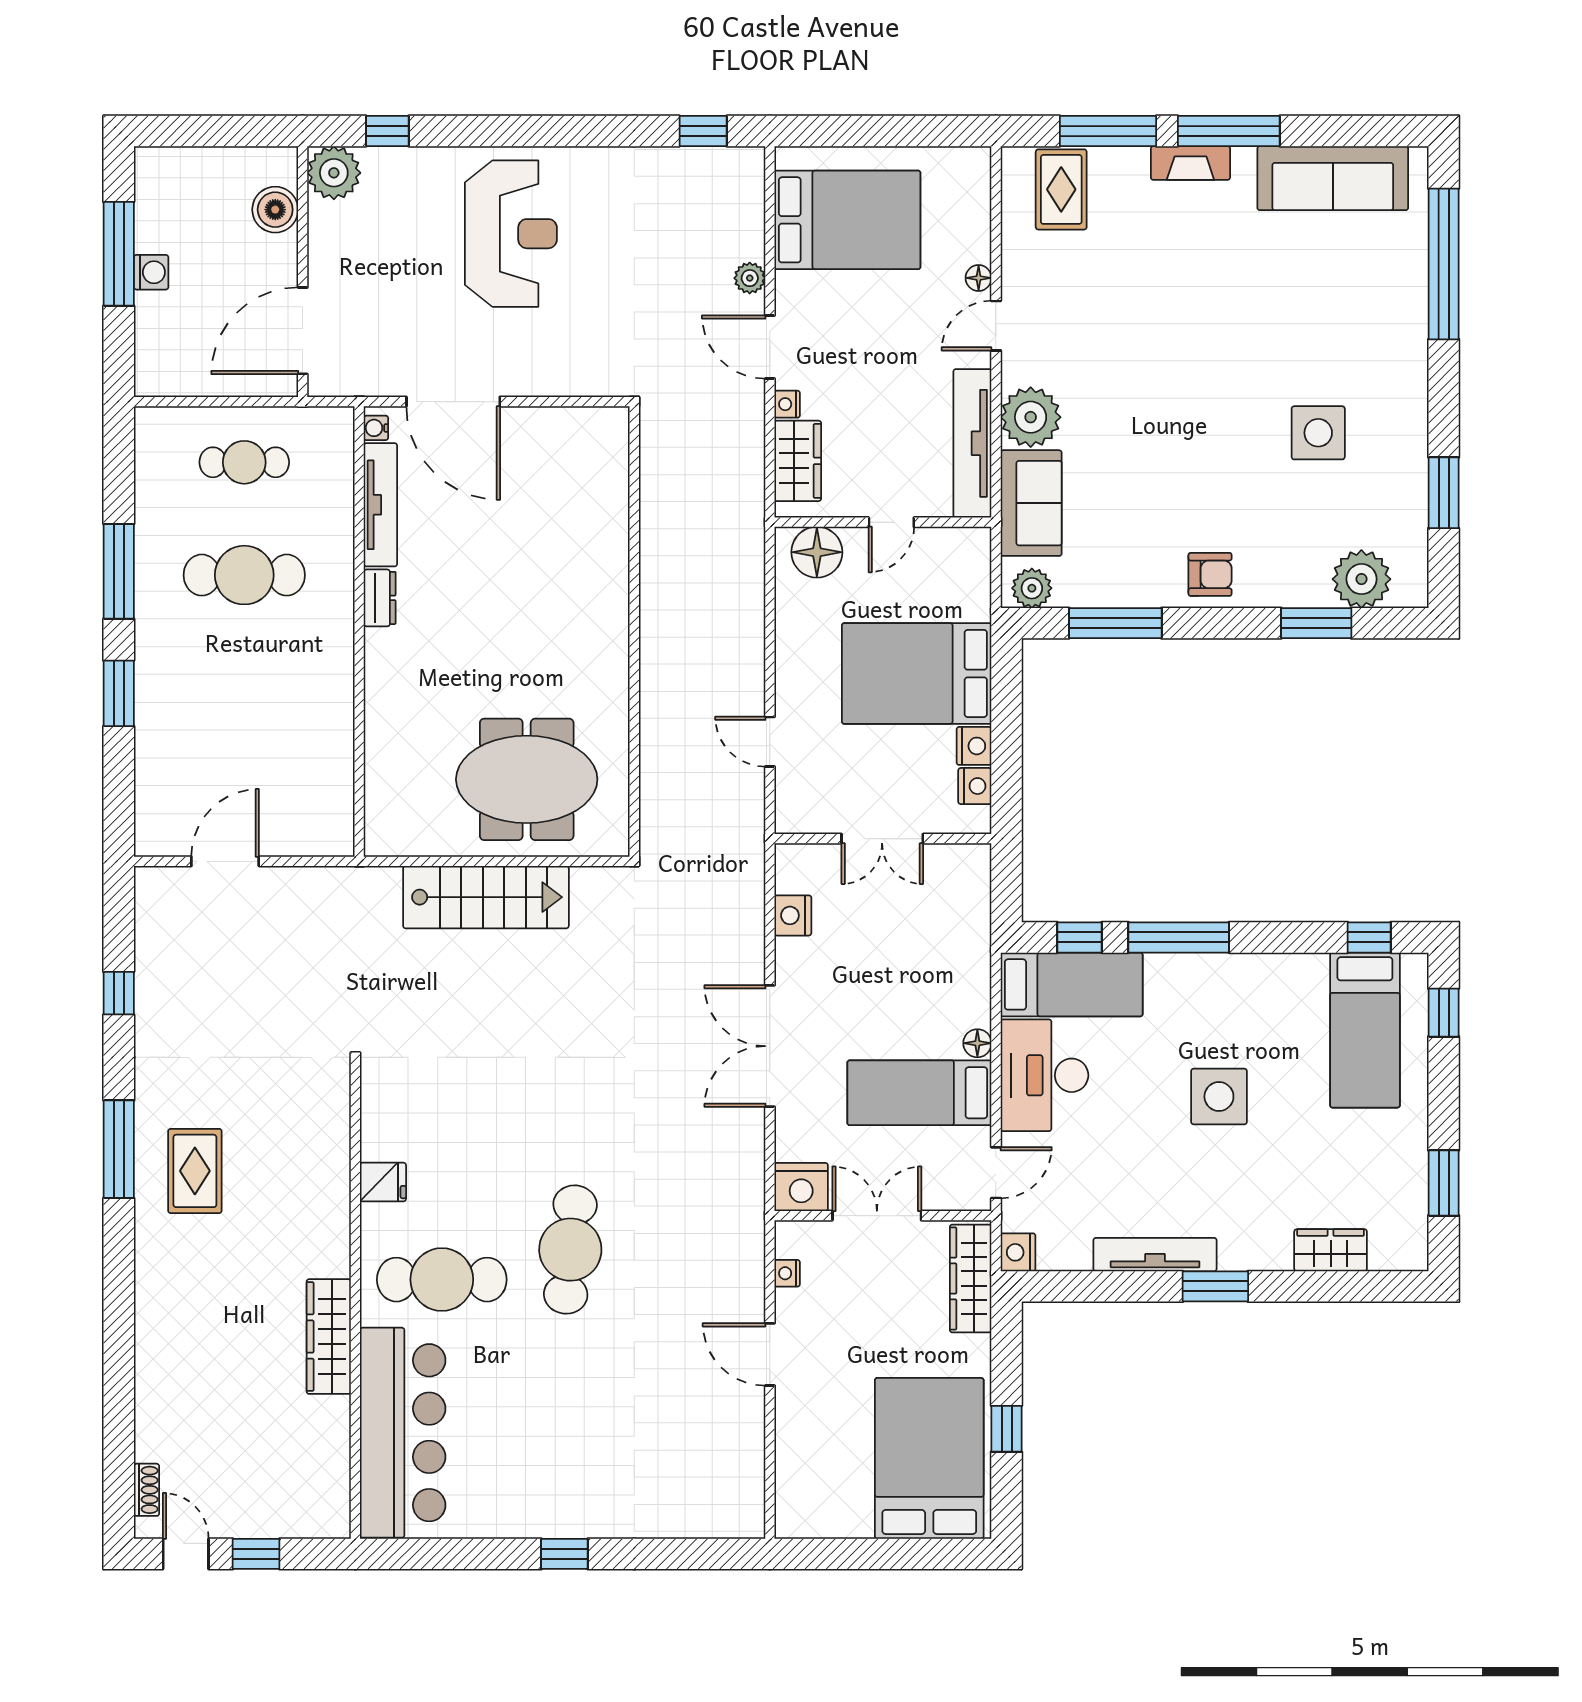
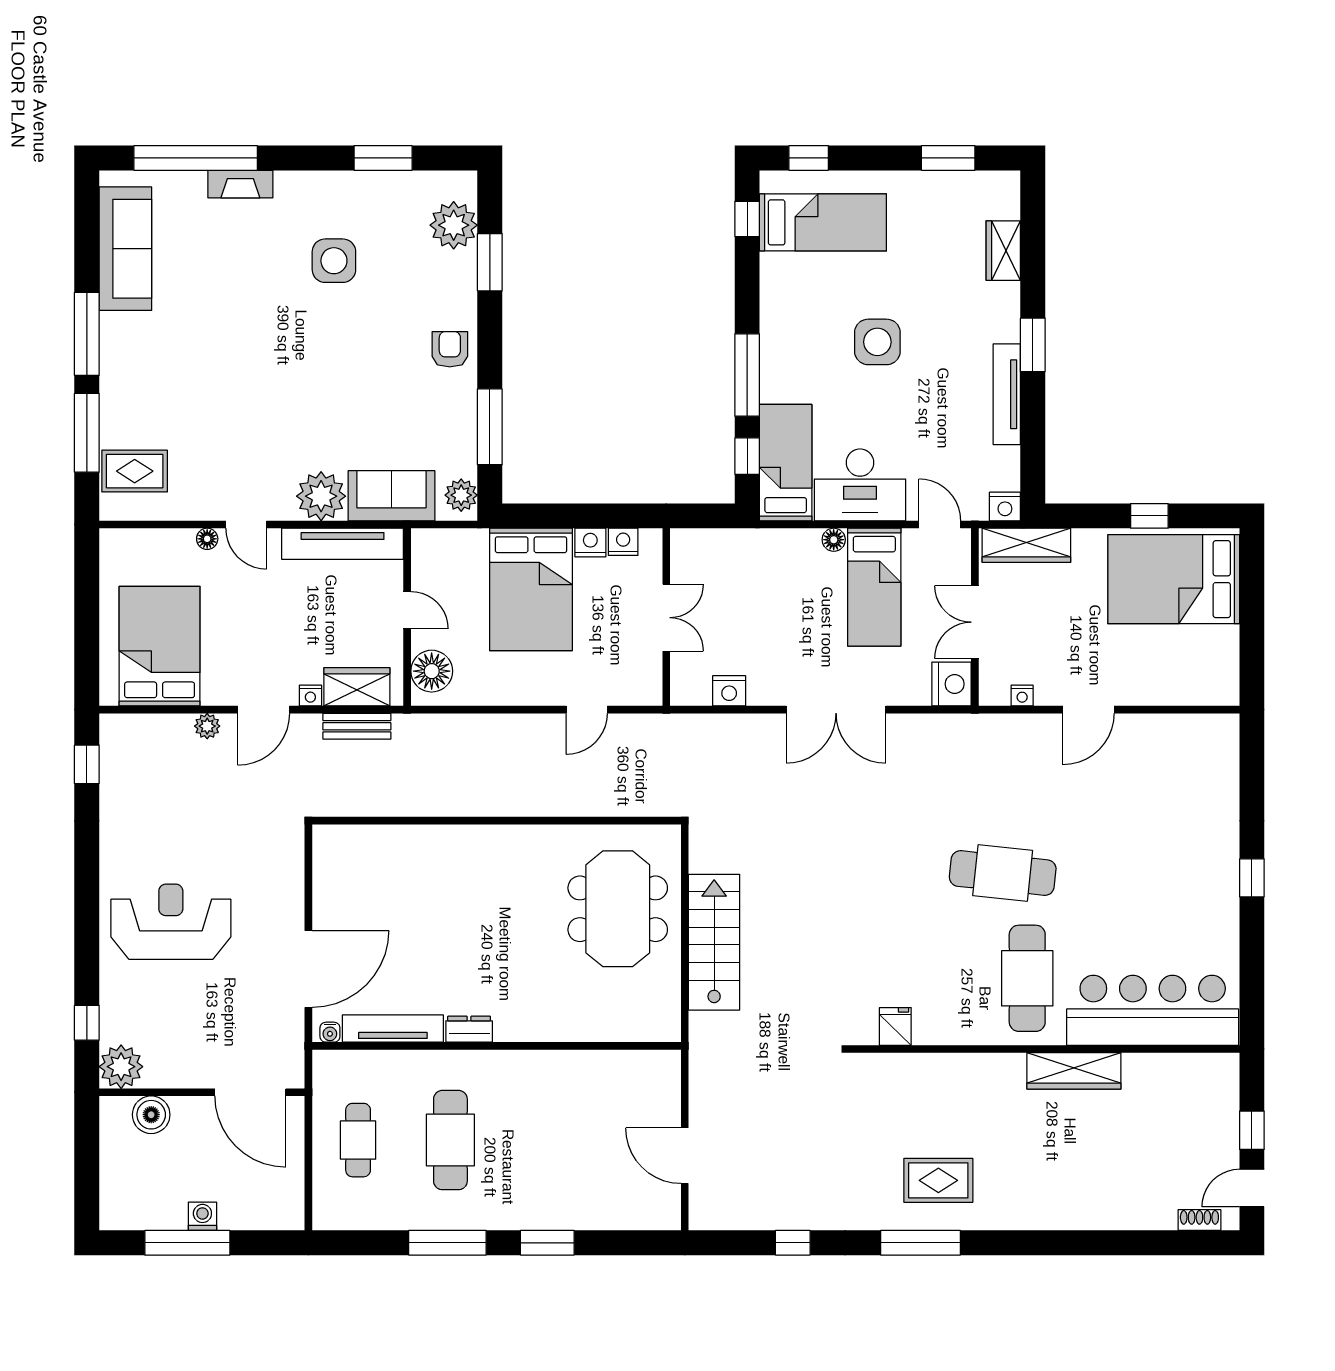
fireplace: (1190, 163) -> (240, 184), moved, turned 90
bench: (750, 461) -> (357, 726), added
fridge: (383, 1182) -> (895, 1026), moved

